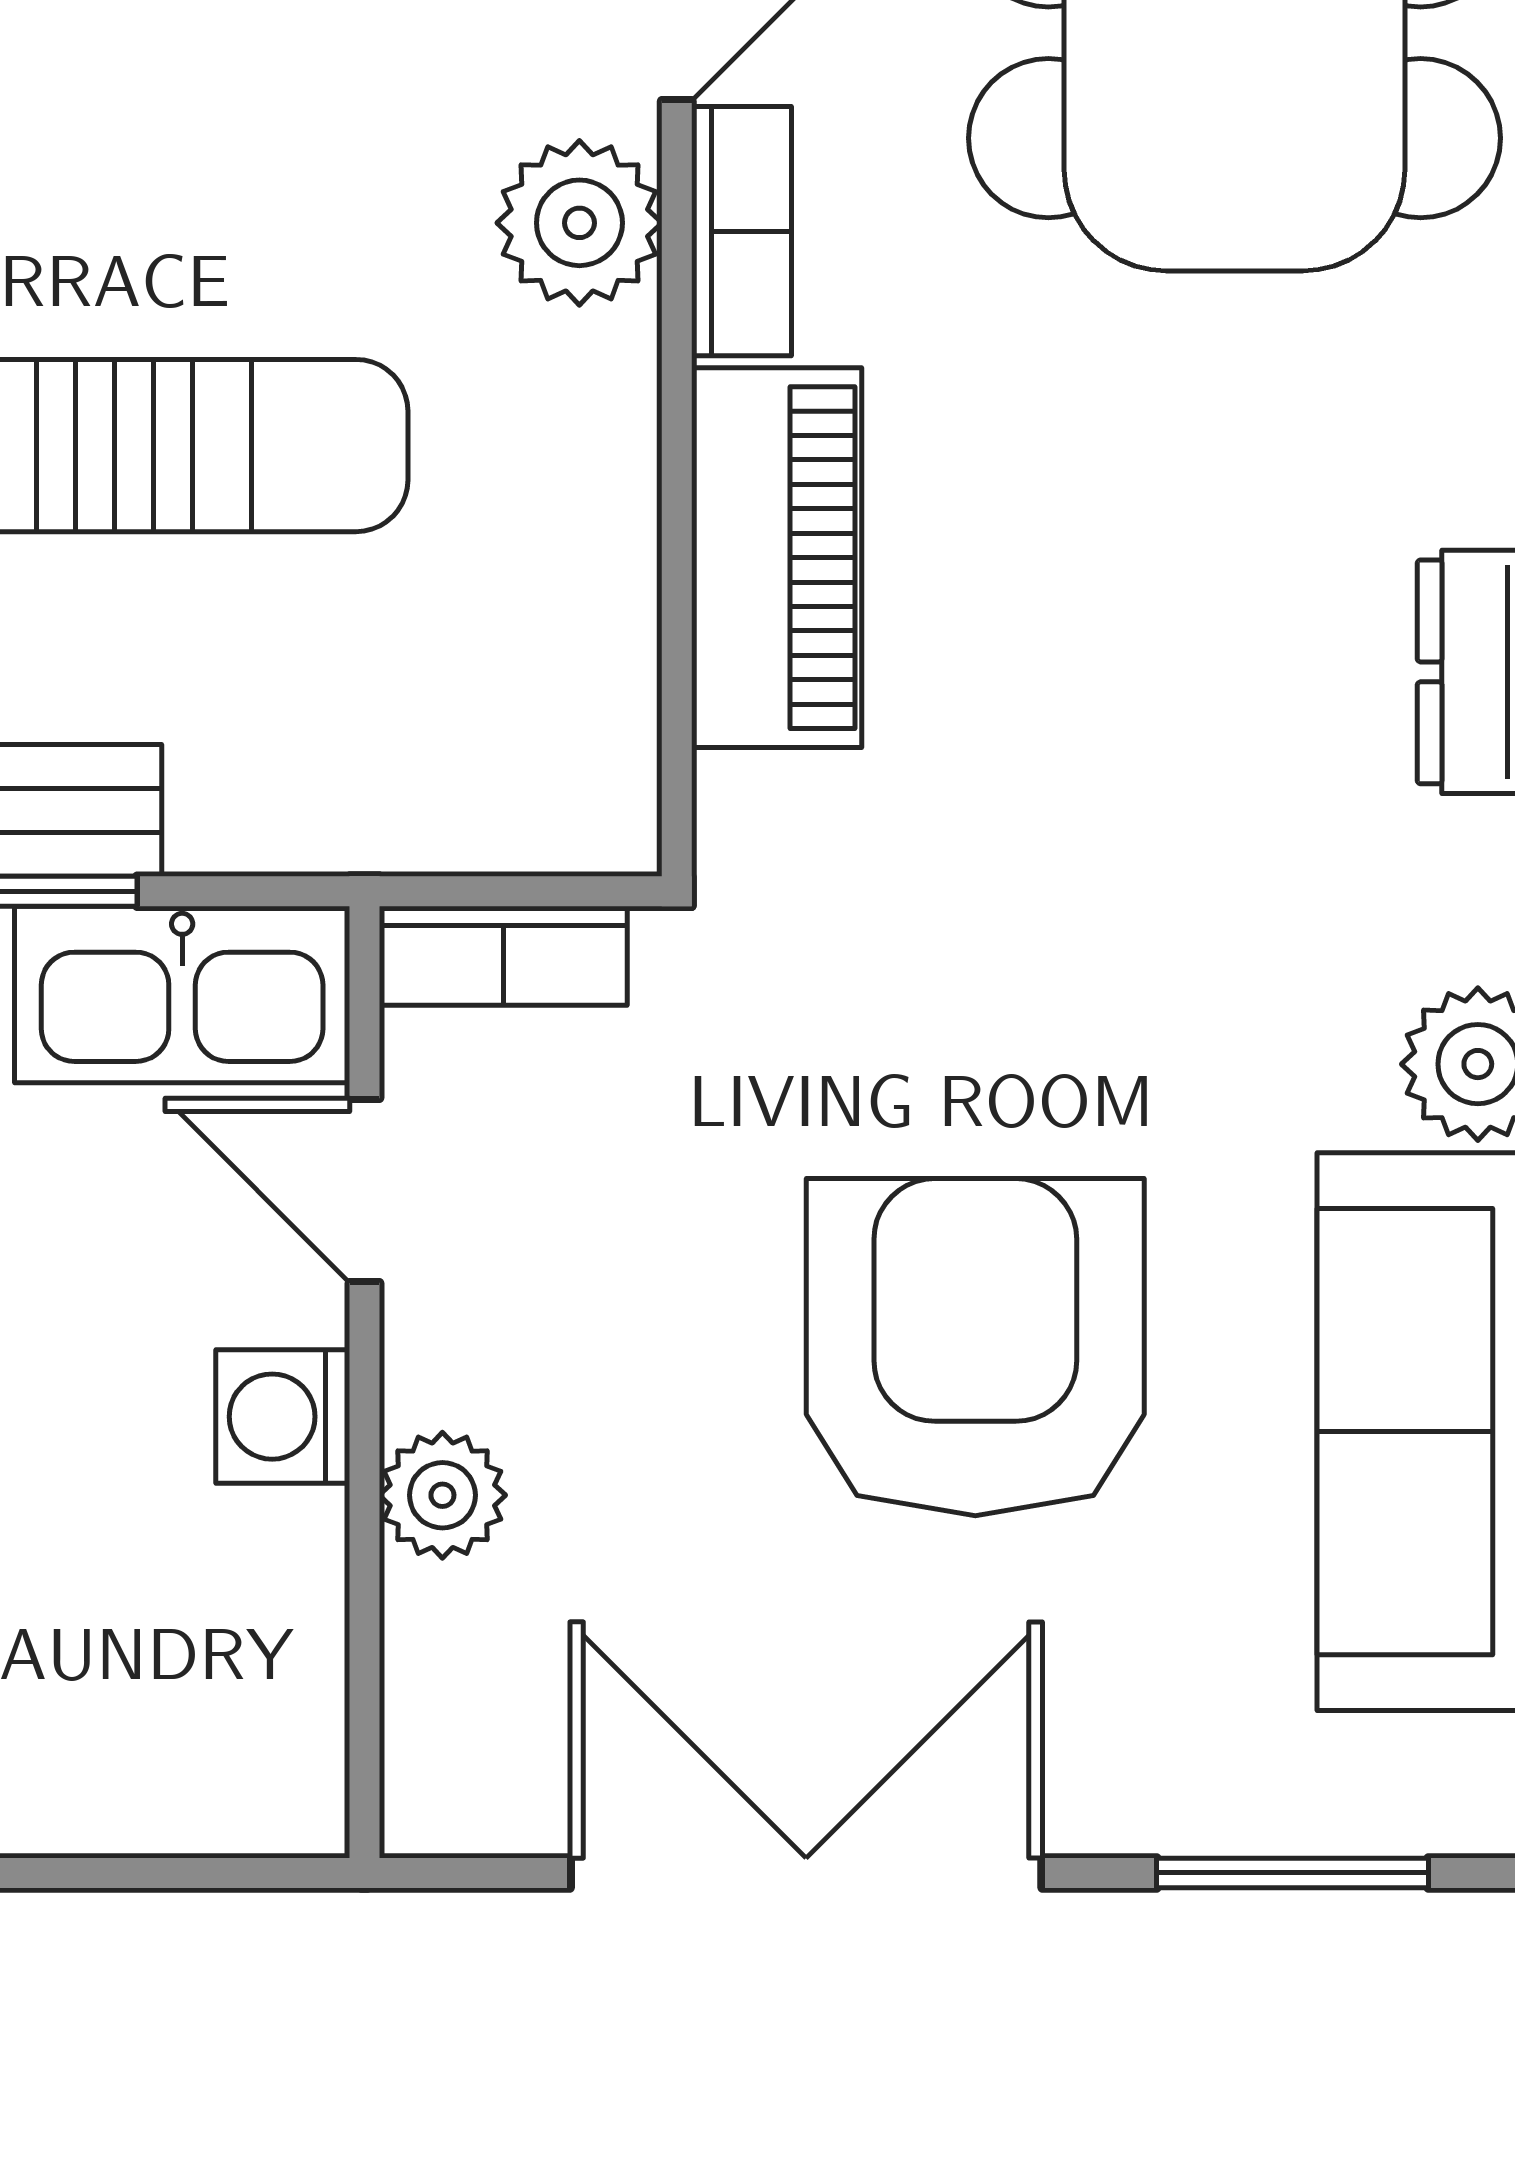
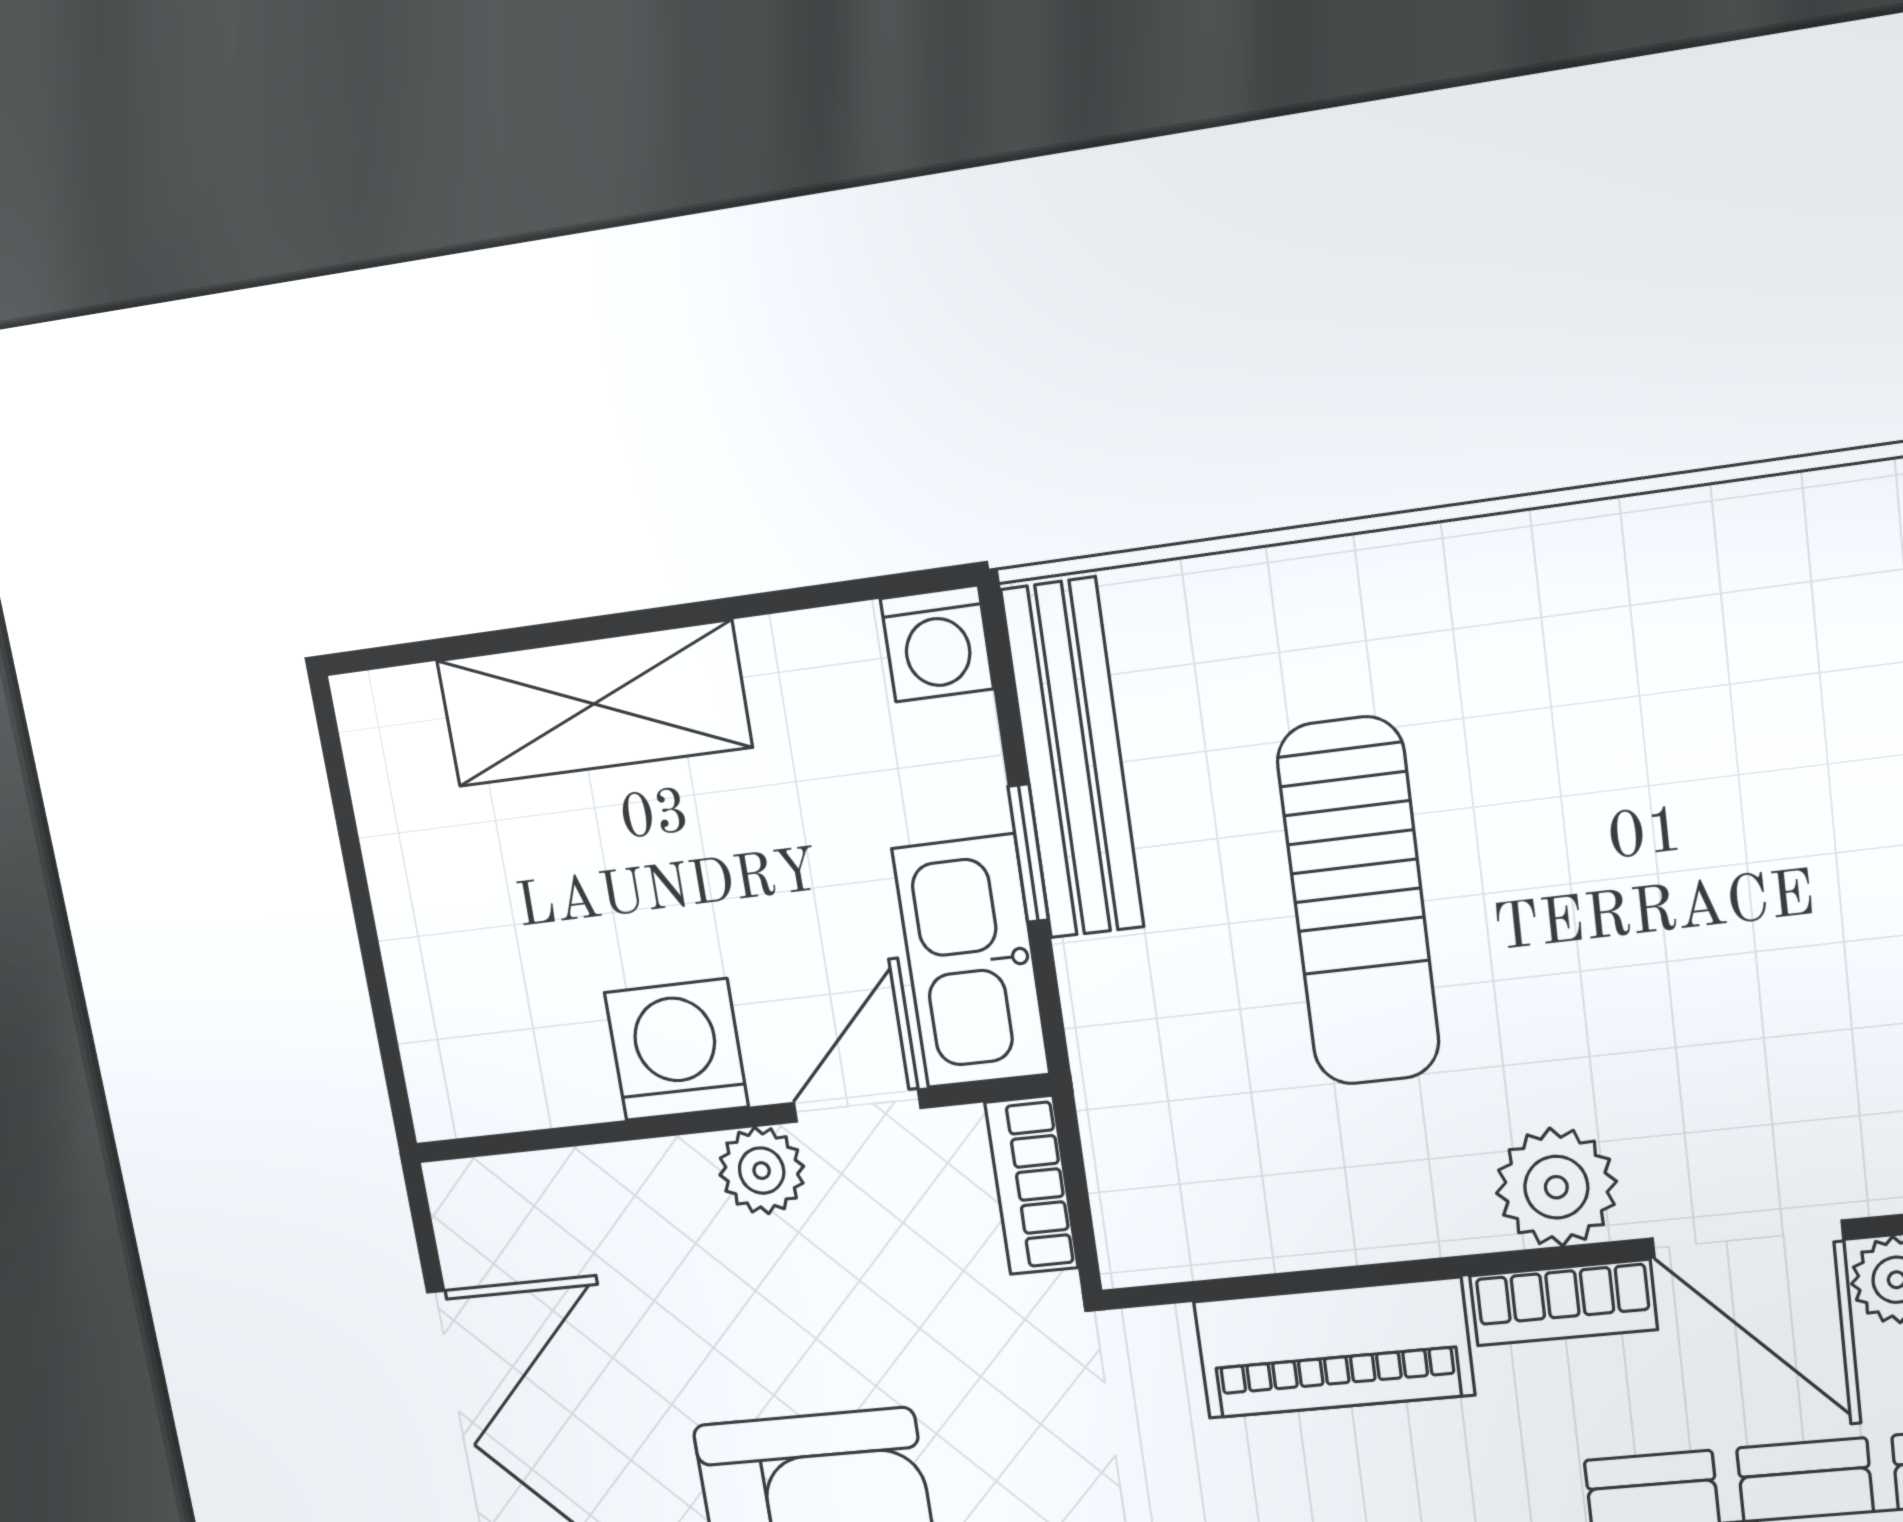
washing machine: (283, 1417) -> (676, 1050), width x1.38, depth x1.38
plant: (442, 1495) -> (762, 1171), moved

